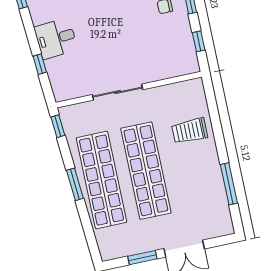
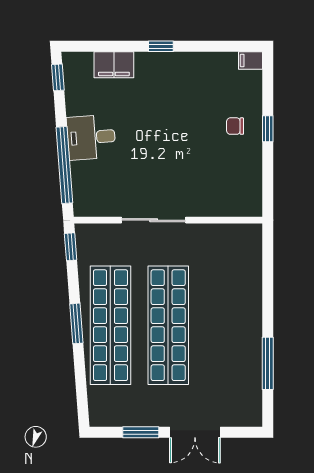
window: (199, 41) -> (268, 179), removed
window: (40, 64) -> (64, 165), width x3.17
trolley: (190, 131) -> (233, 287), removed

